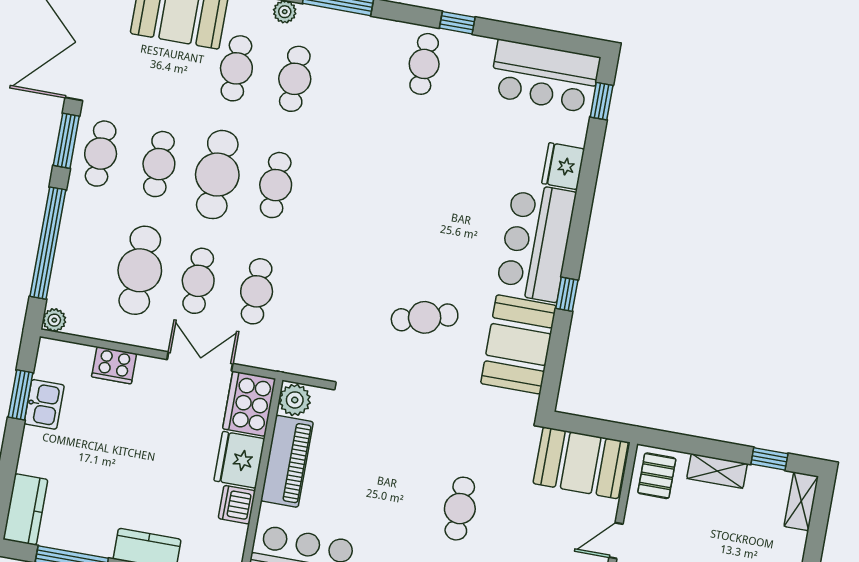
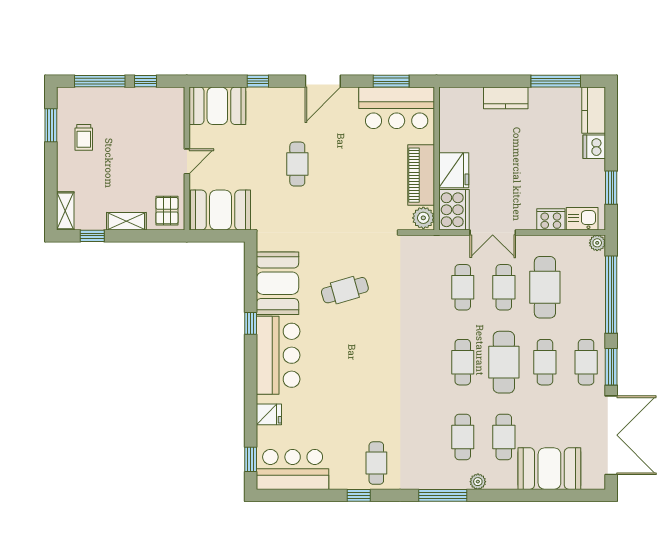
fridge: (563, 166) -> (269, 414), width x0.72
kitchen sink: (44, 404) -> (582, 219), moved, turned 90
dishwasher: (237, 505) -> (594, 147), moved, turned 180

